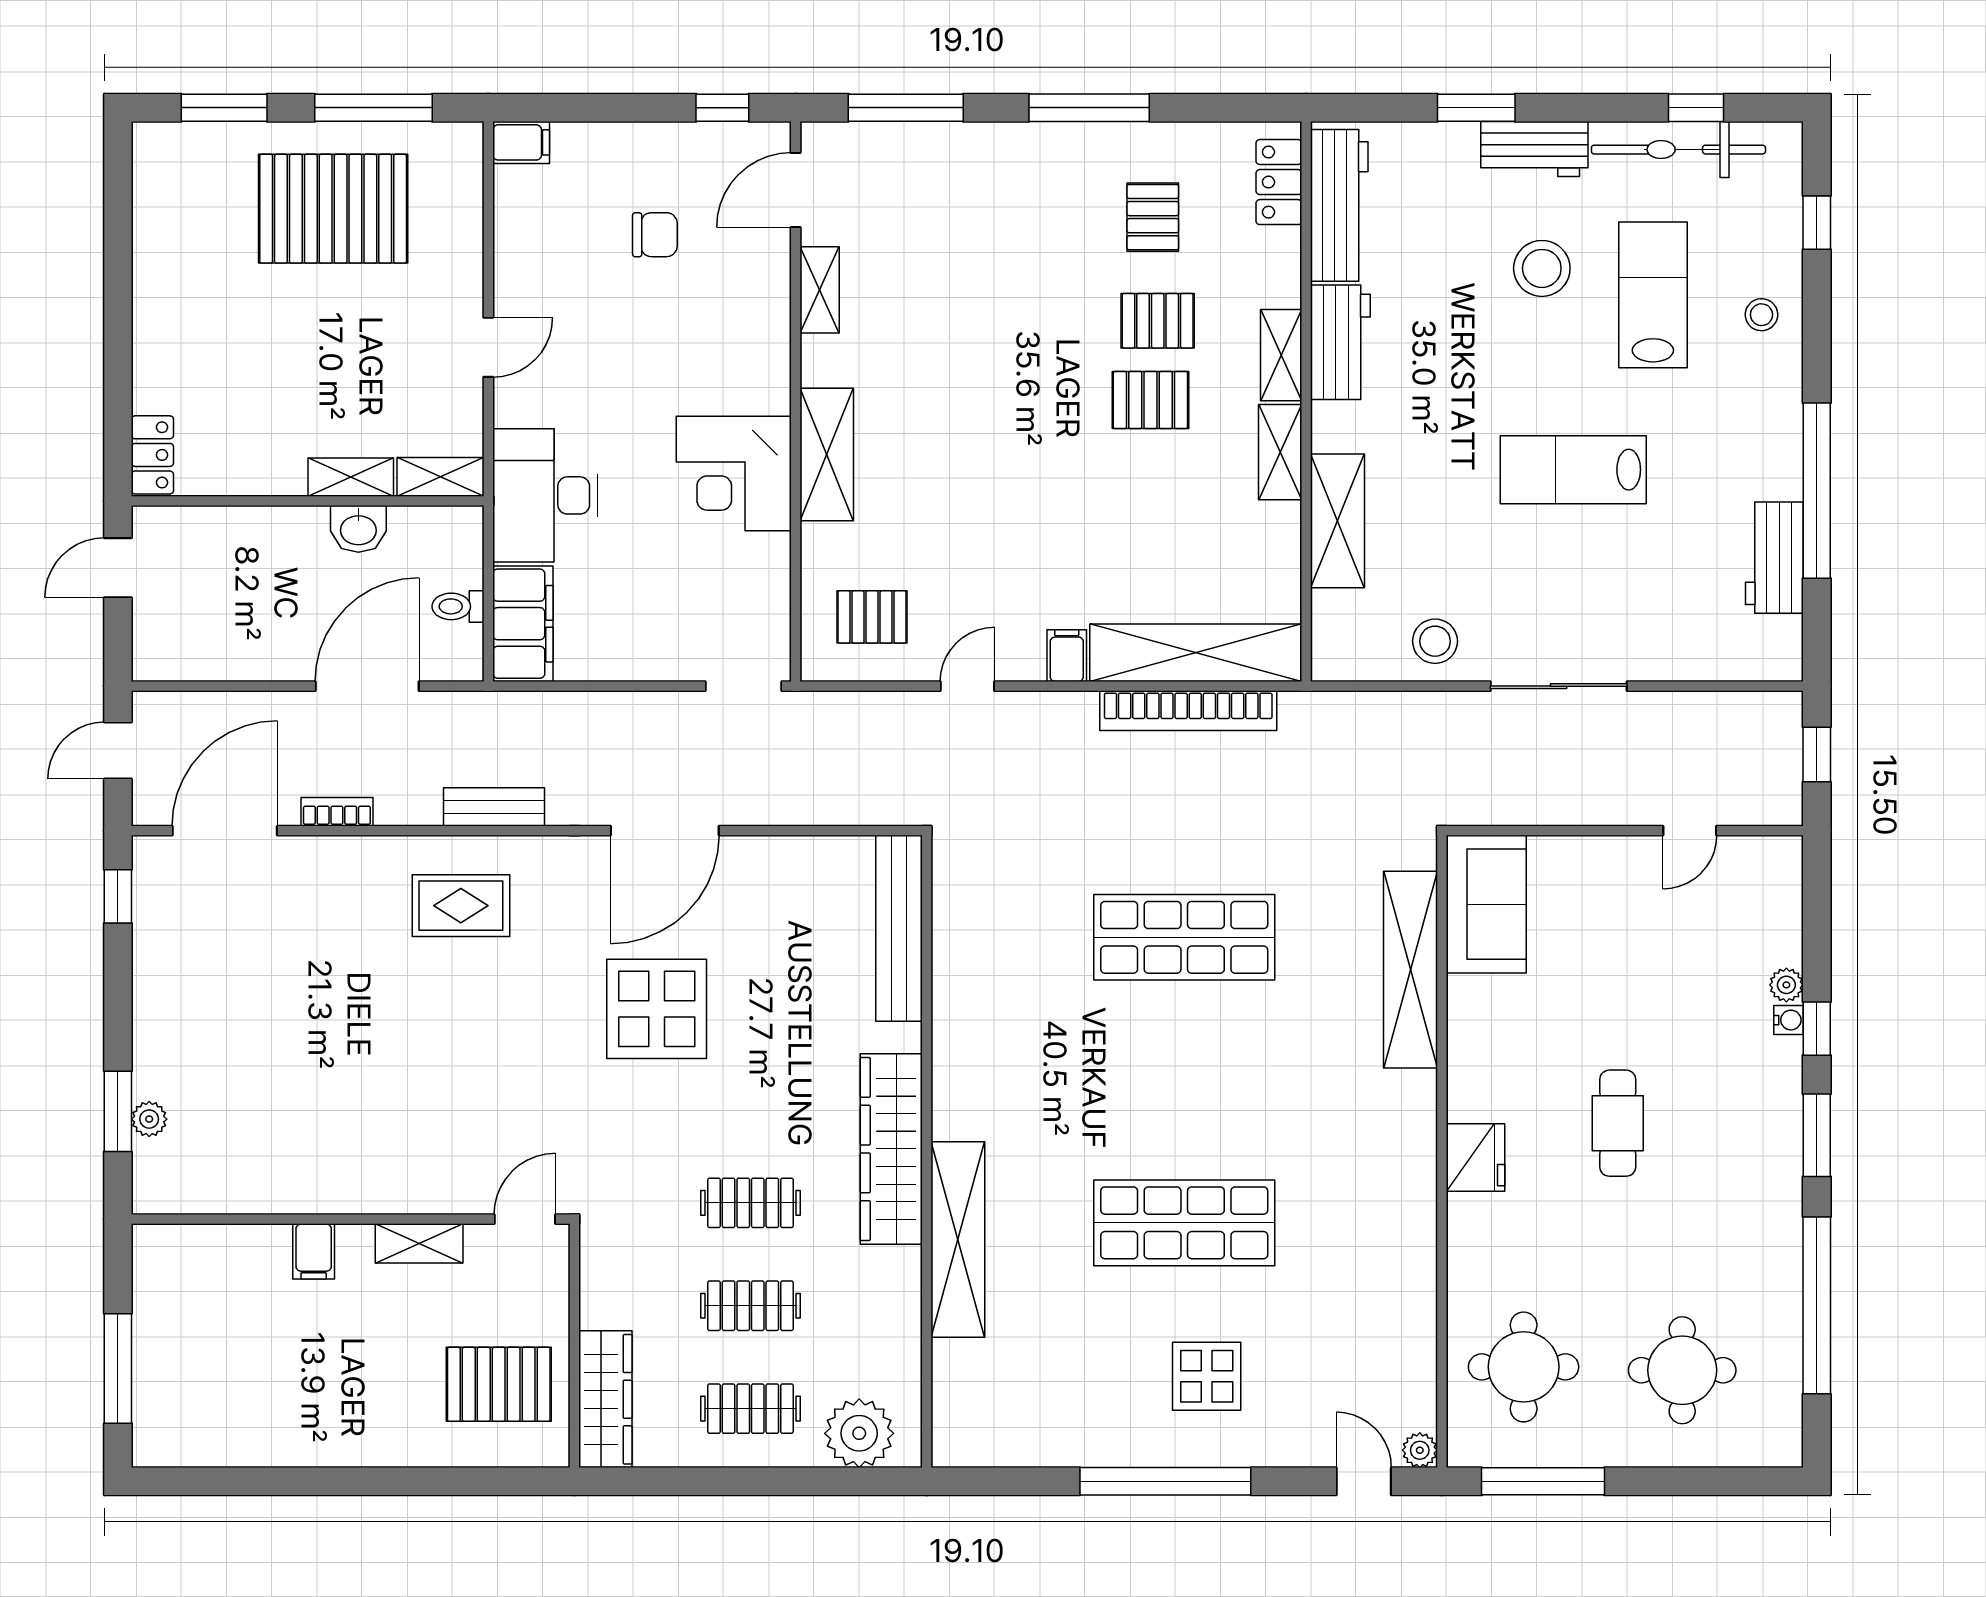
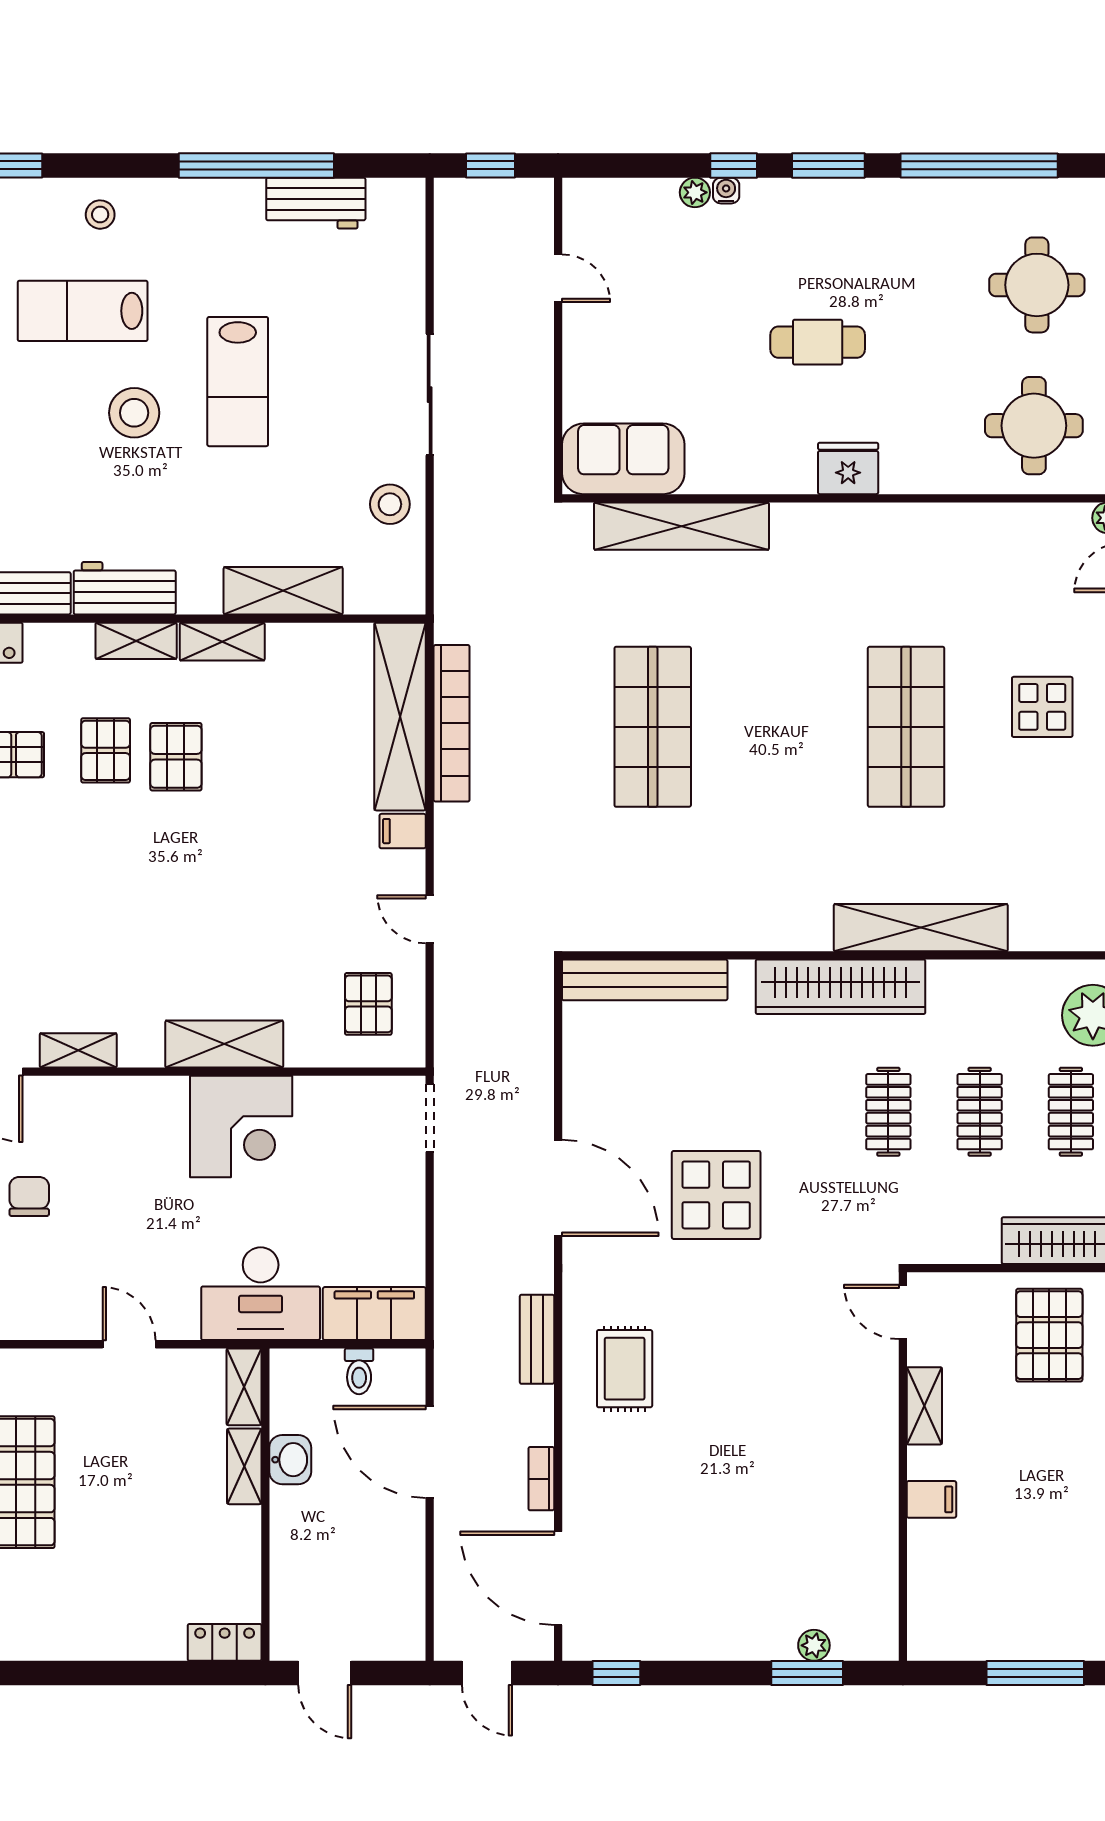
stool: (1542, 268) -> (134, 413), moved

